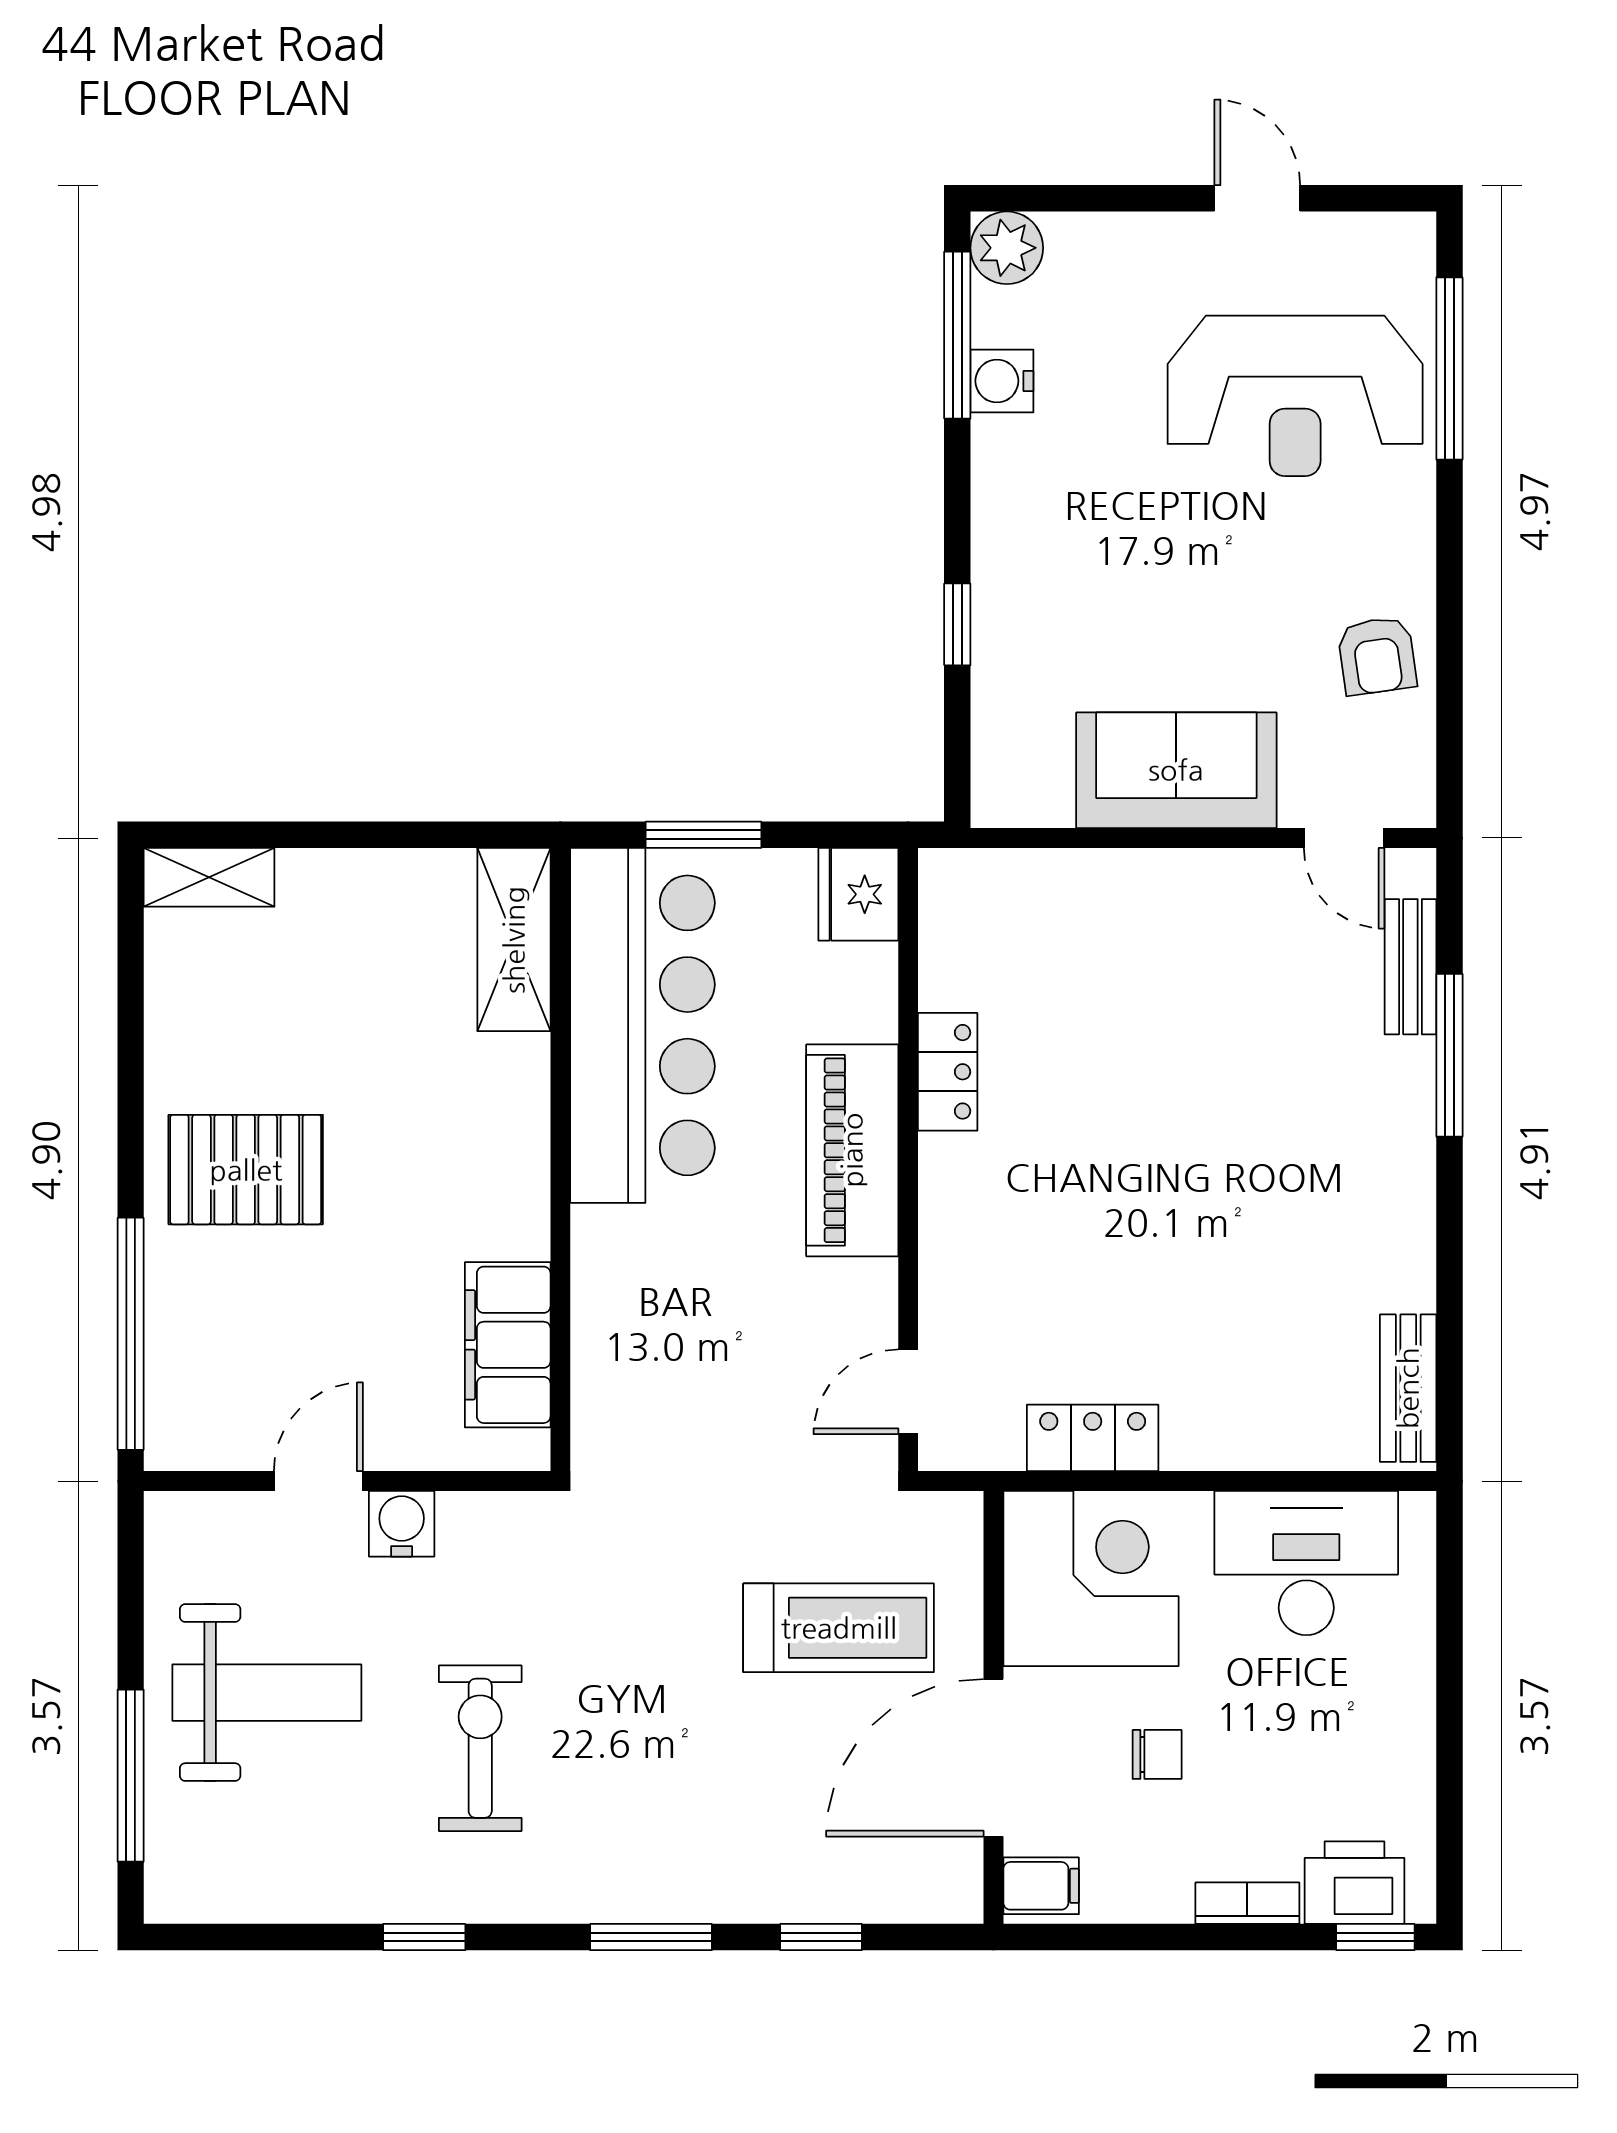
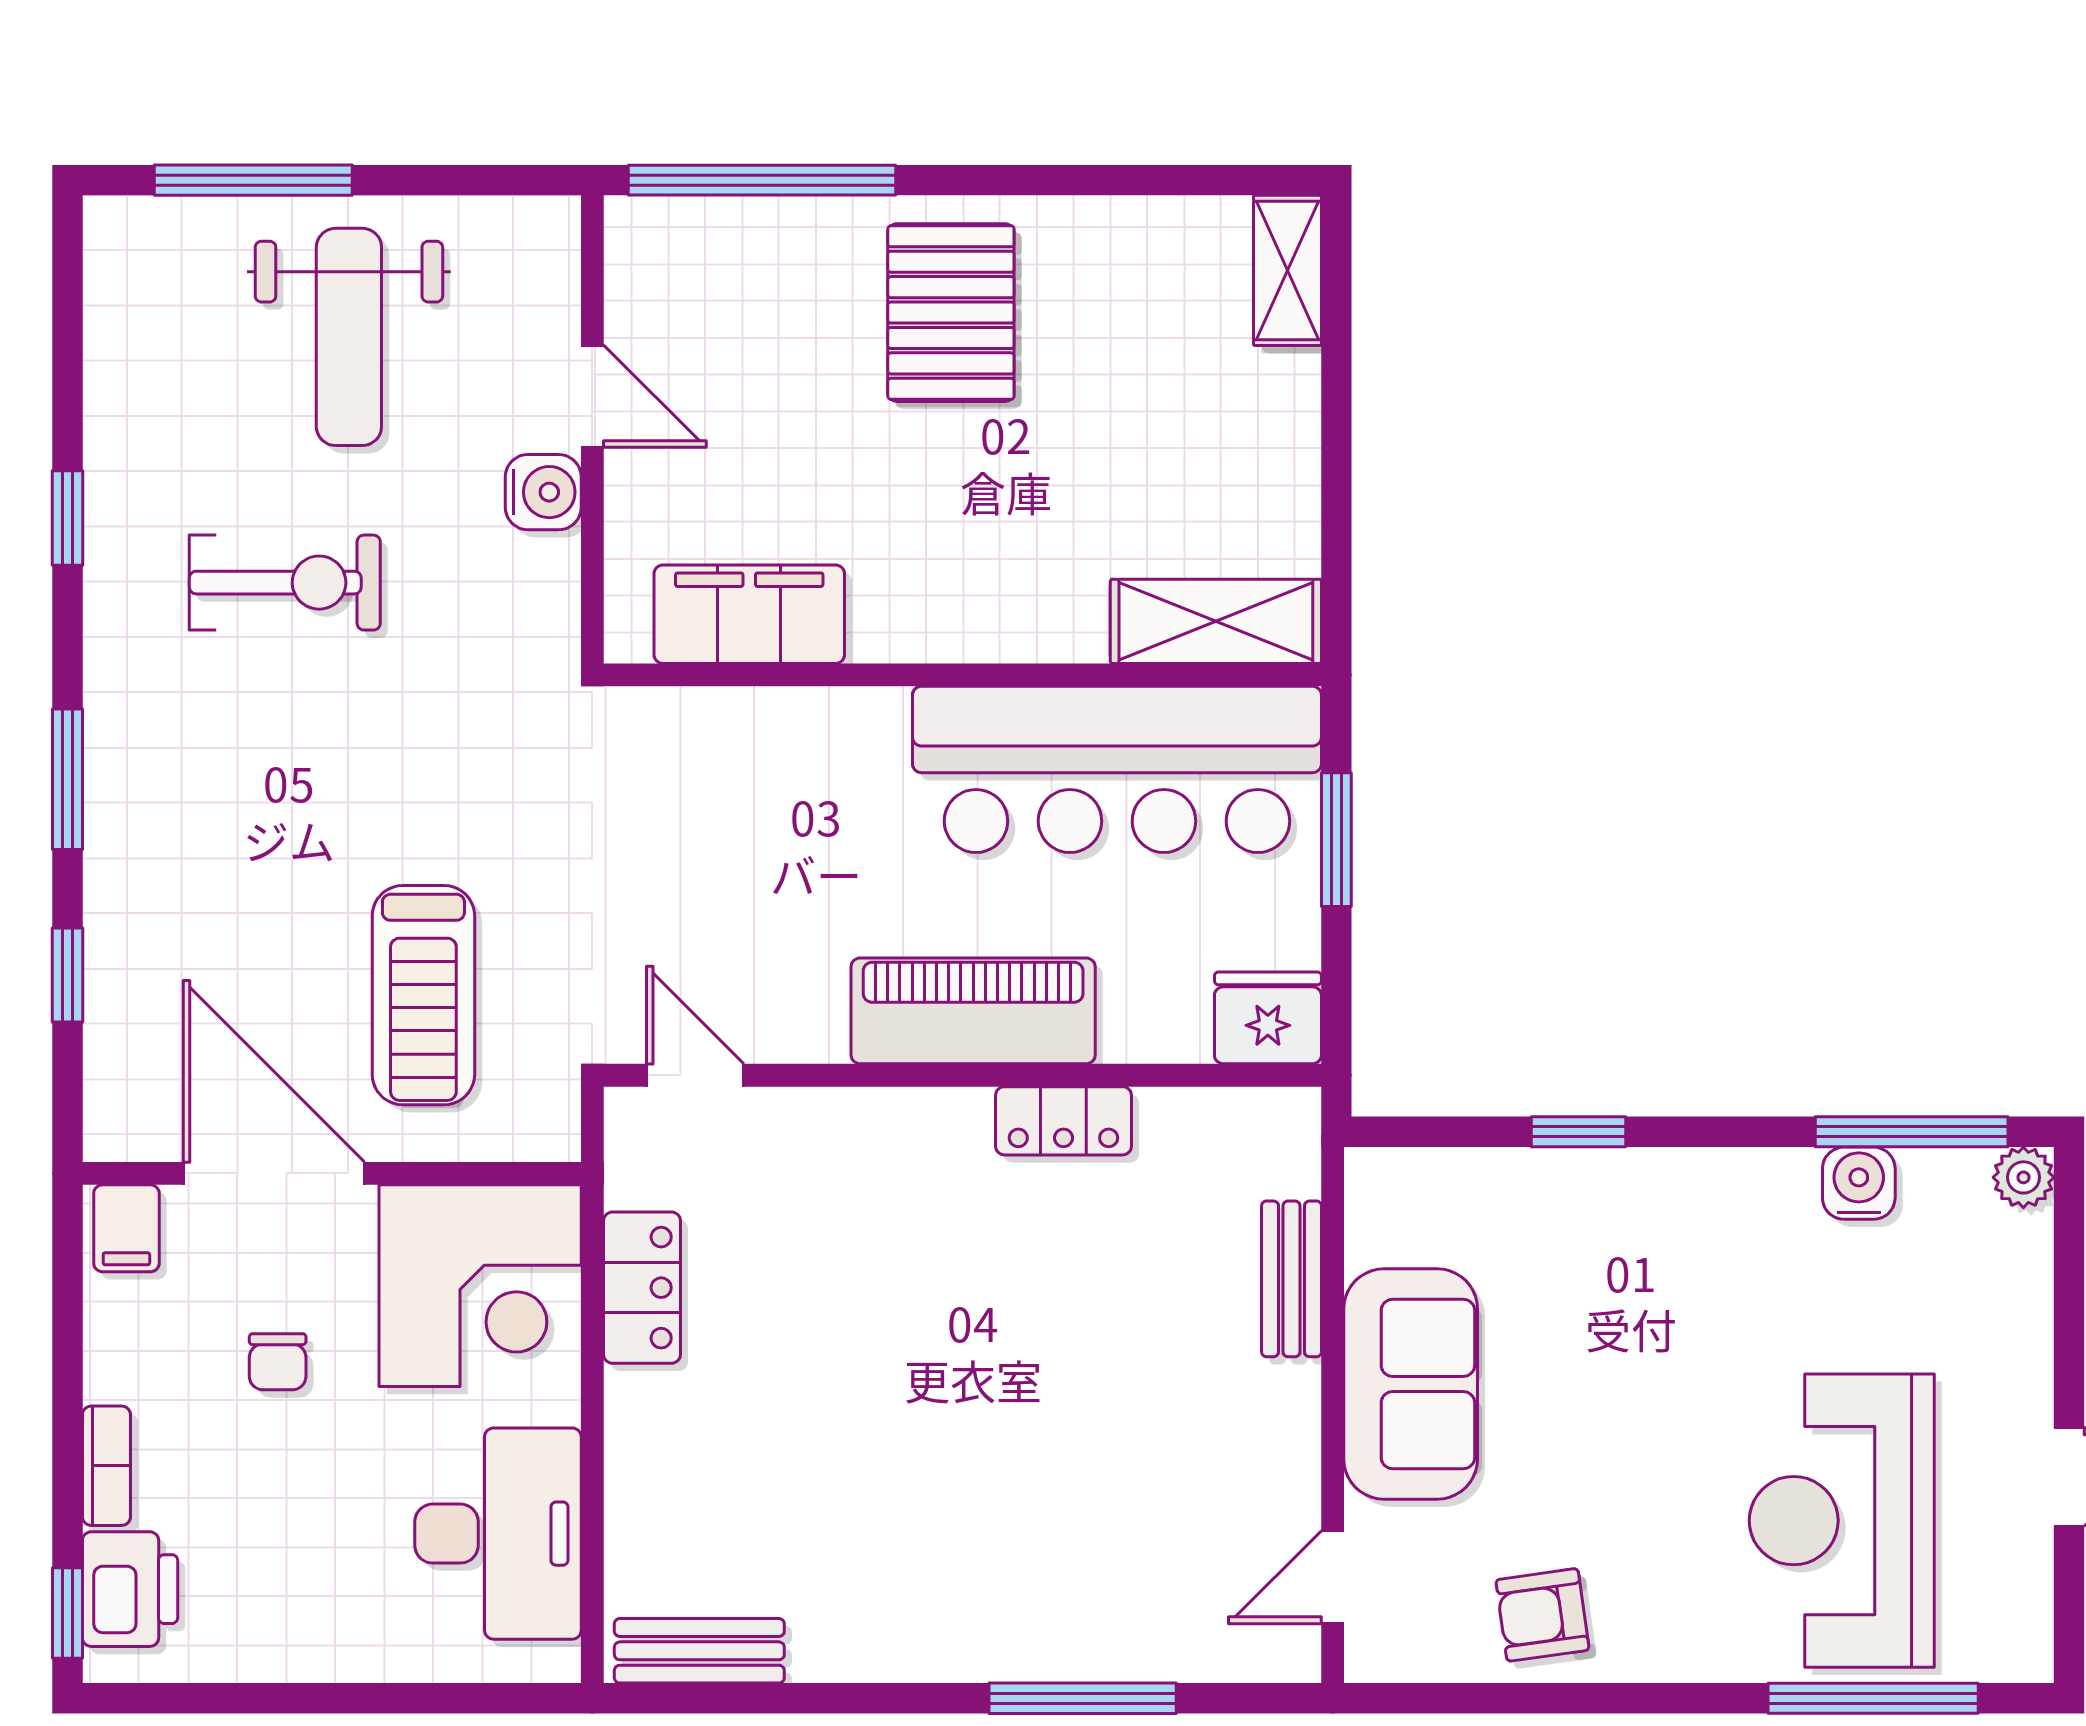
plant: (1007, 248) -> (2023, 1177), width x0.73, depth x0.73
bench: (1410, 967) -> (1291, 1279), moved, turned 90

